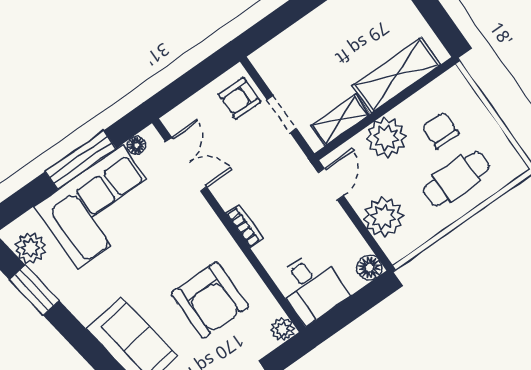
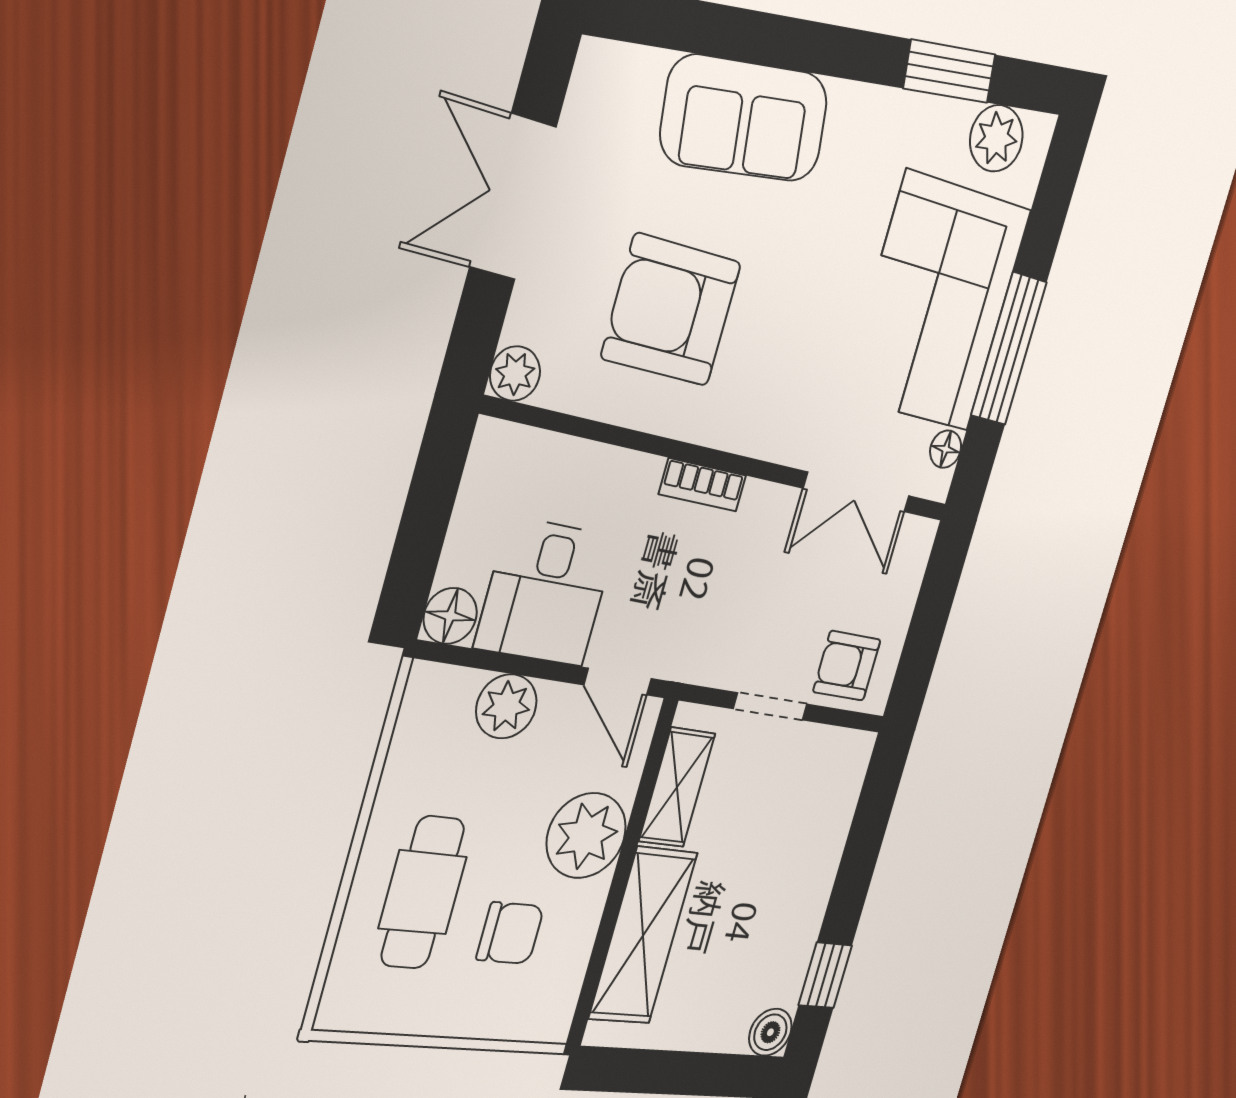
armchair: (240, 98) -> (847, 666), turned -90
plant: (383, 217) -> (506, 706), width x0.73, depth x0.73
desk: (311, 287) -> (546, 592), moved, turned -90

